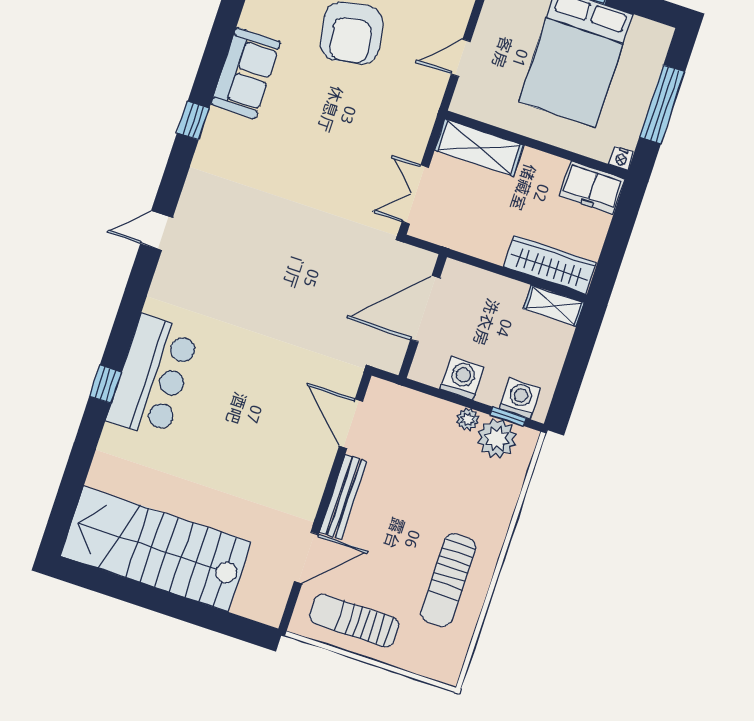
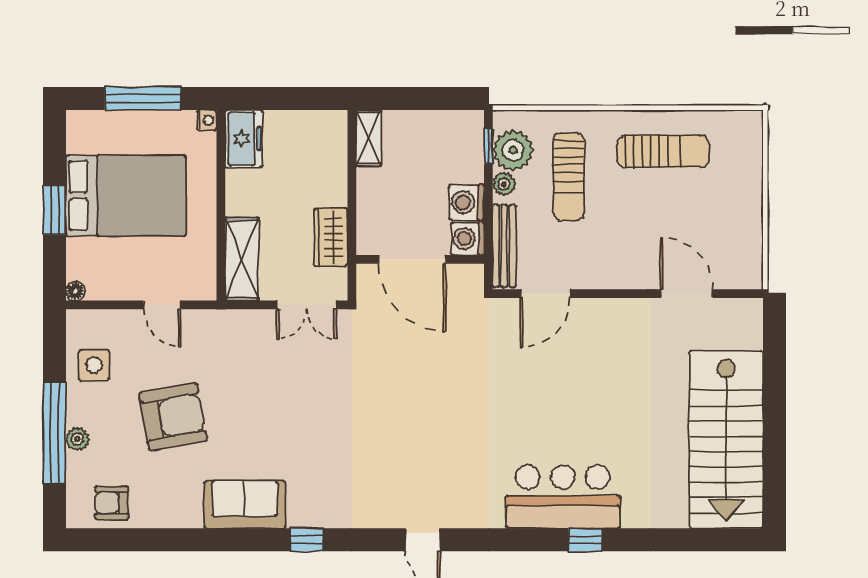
wardrobe: (550, 265) -> (331, 237), moved, width x0.67
washing machine: (520, 398) -> (468, 239), moved
bench: (343, 497) -> (504, 246), moved, turned 90
sun lounger: (354, 621) -> (569, 177), moved

